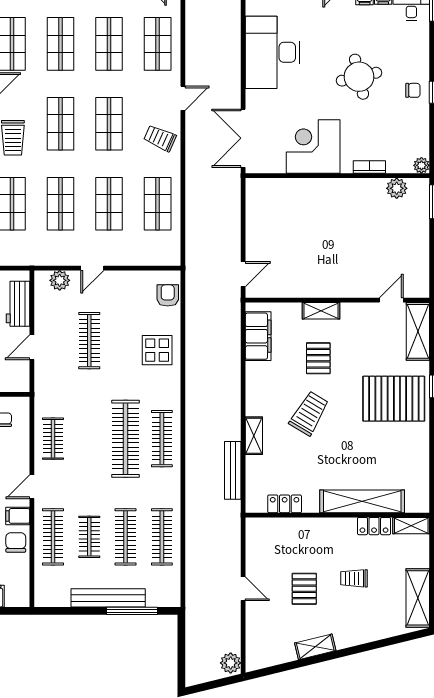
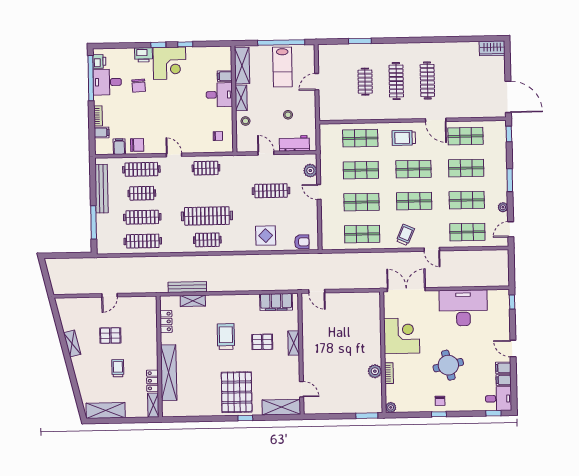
plant: (397, 188) -> (375, 371), moved
trolley: (309, 413) -> (226, 337), turned -121
shelving: (254, 436) -> (193, 301), moved
clothes rail: (162, 439) -> (207, 240), width x0.73
filing cabinet: (18, 516) -> (119, 147), moved
bench: (108, 598) -> (101, 189), moved
plant: (231, 663) -> (60, 288), removed

